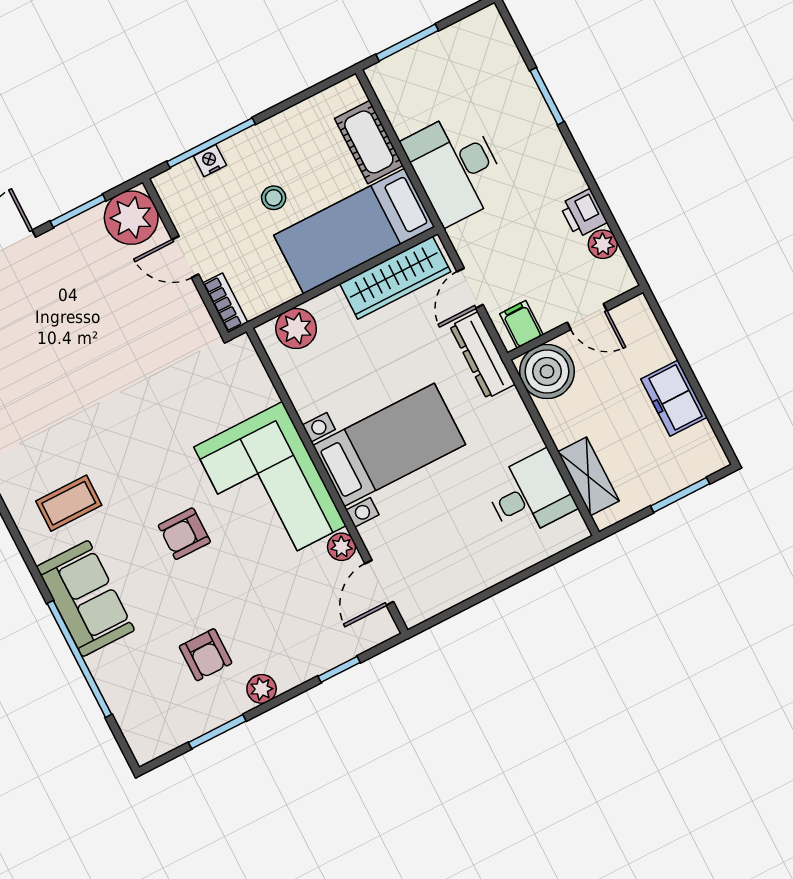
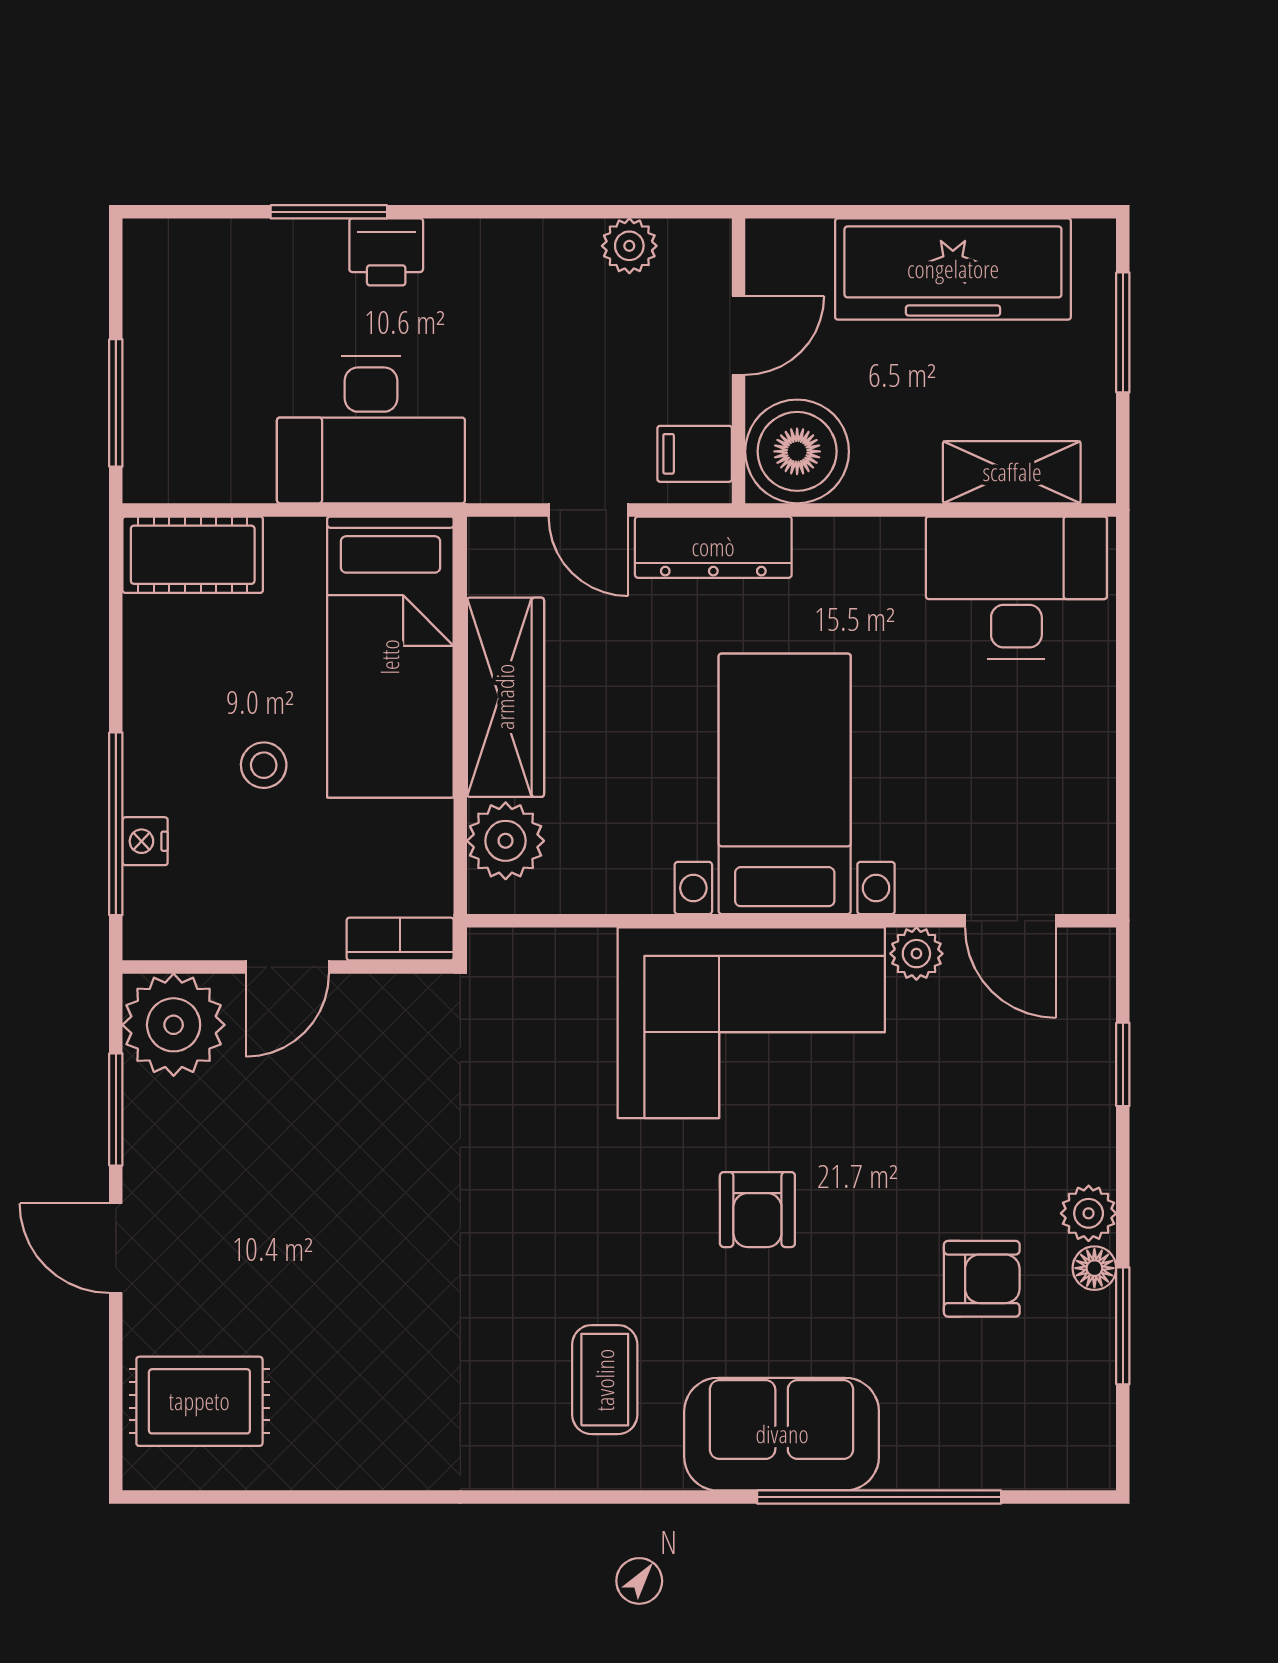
cot: (369, 142) -> (193, 555), moved
printer: (583, 213) -> (386, 252), moved
wardrobe: (395, 278) -> (505, 697), moved
freezer: (674, 398) -> (953, 269), width x1.91, depth x1.26
desk: (530, 495) -> (1016, 588), width x1.37
floor lamp: (237, 705) -> (1094, 1268), added

